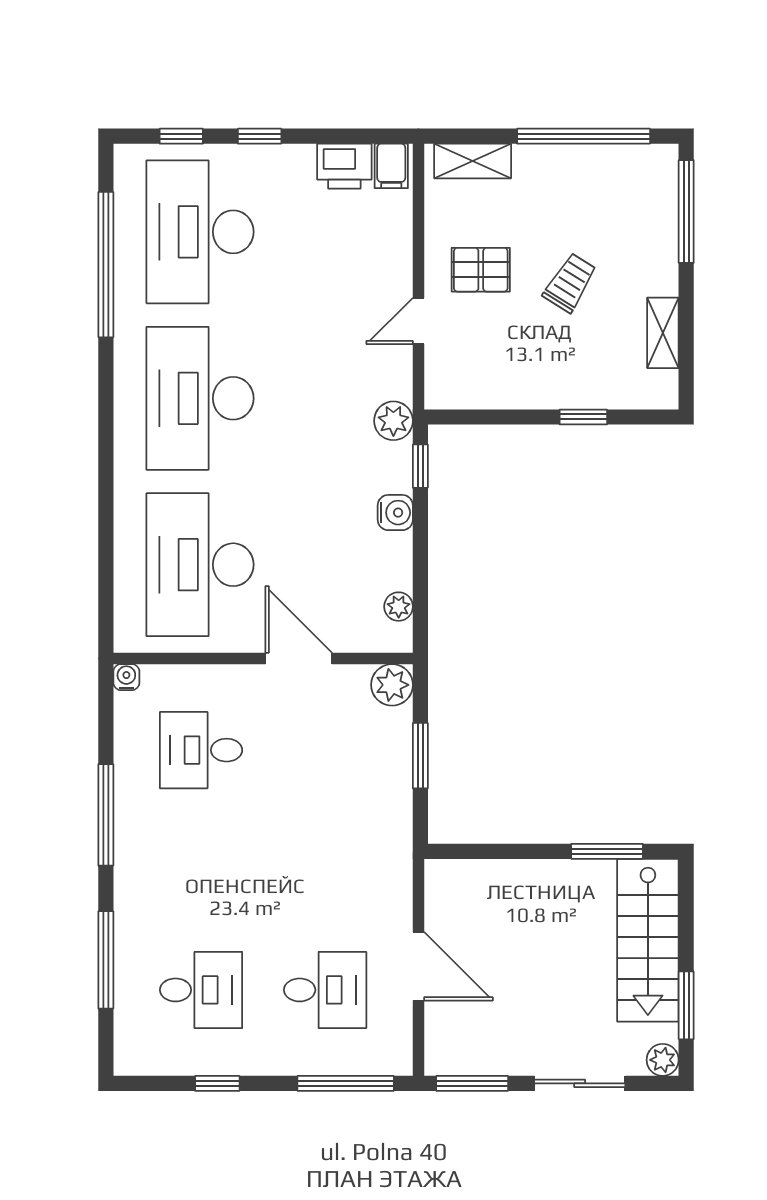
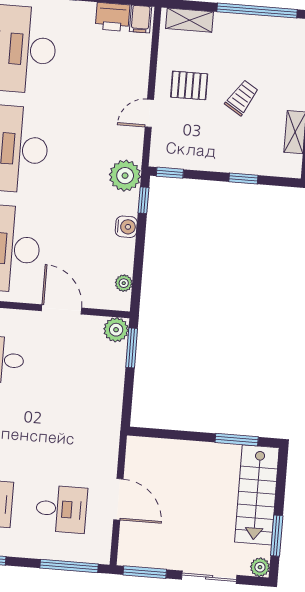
window: (461, 417) -> (170, 173), added
plant: (393, 421) -> (125, 176), width x1.36, depth x1.36
window: (420, 756) -> (132, 348), moved

